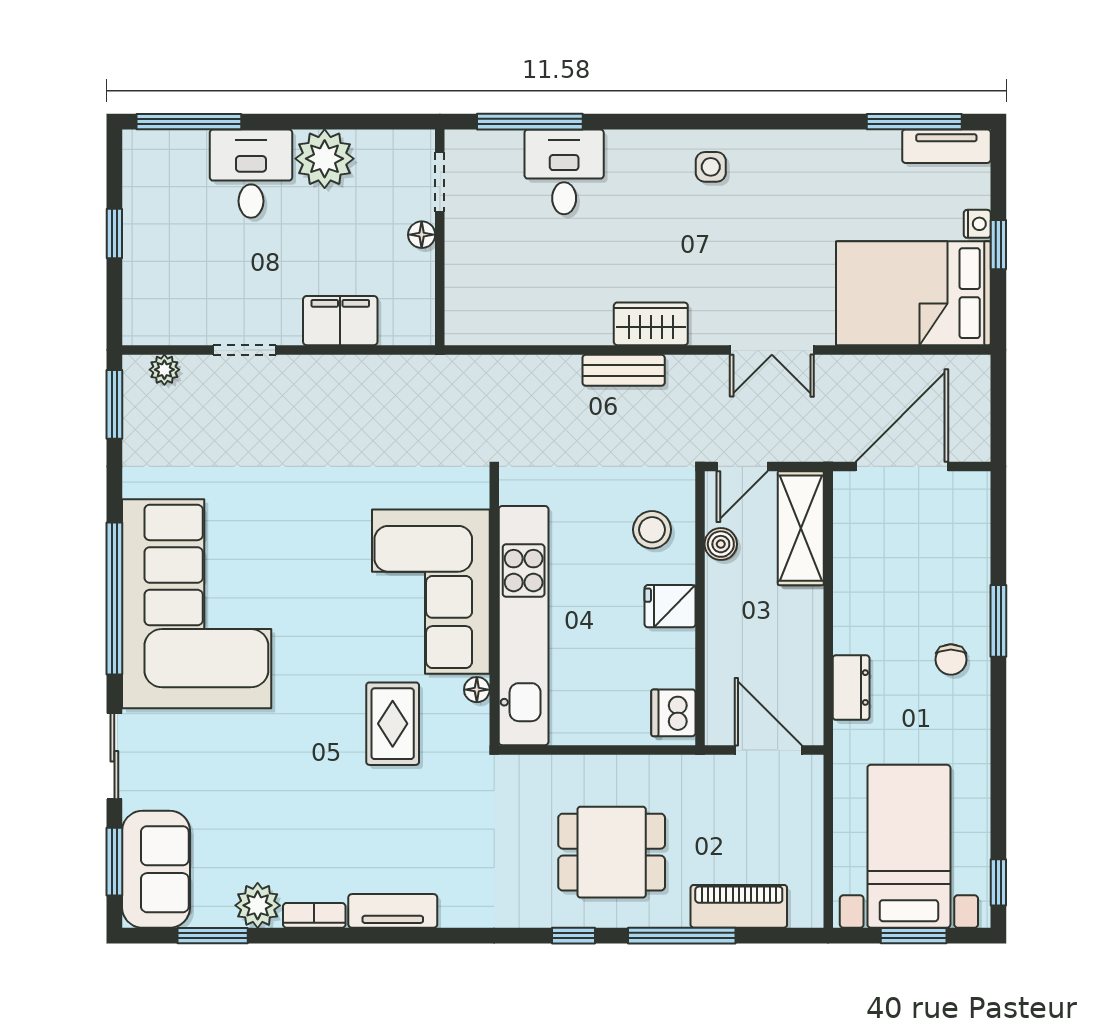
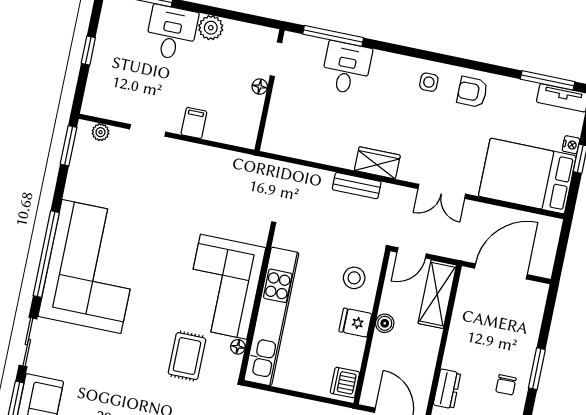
plant: (325, 159) -> (211, 28), width x0.73, depth x0.73
armchair: (789, 168) -> (472, 92), added
filing cabinet: (340, 321) -> (194, 123), width x0.50
boiler: (721, 544) -> (385, 323), moved

